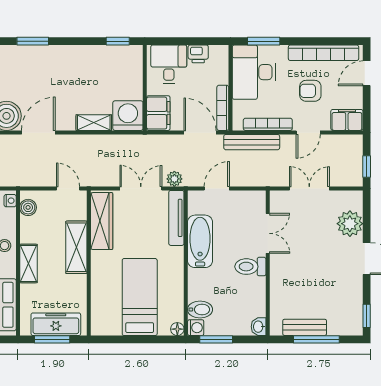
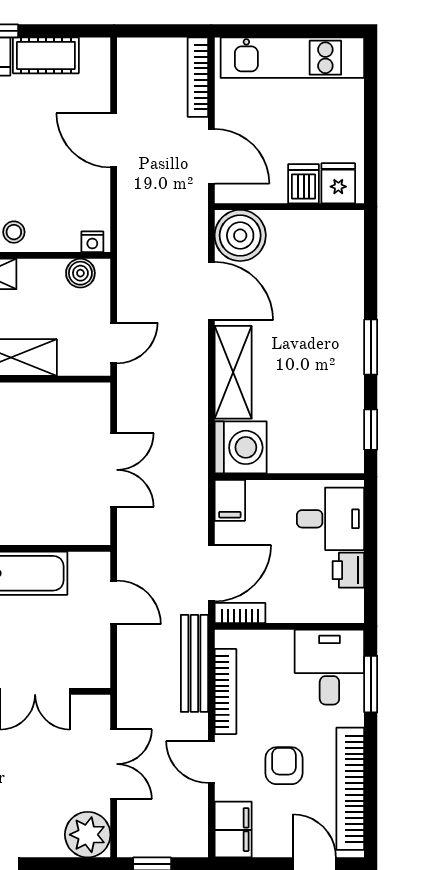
window: (33, 41) -> (371, 347), moved
desk: (254, 72) -> (329, 667), width x0.73
bookcase: (223, 108) -> (240, 613), width x0.64
filing cabinet: (158, 113) -> (230, 500), width x0.50
shelving: (94, 123) -> (233, 372), width x1.50, depth x1.33
plant: (174, 179) -> (130, 528), removed
tv unit: (176, 218) -> (62, 532), removed
wardrobe: (102, 221) -> (57, 402), removed
plant: (350, 224) -> (88, 835), moved

